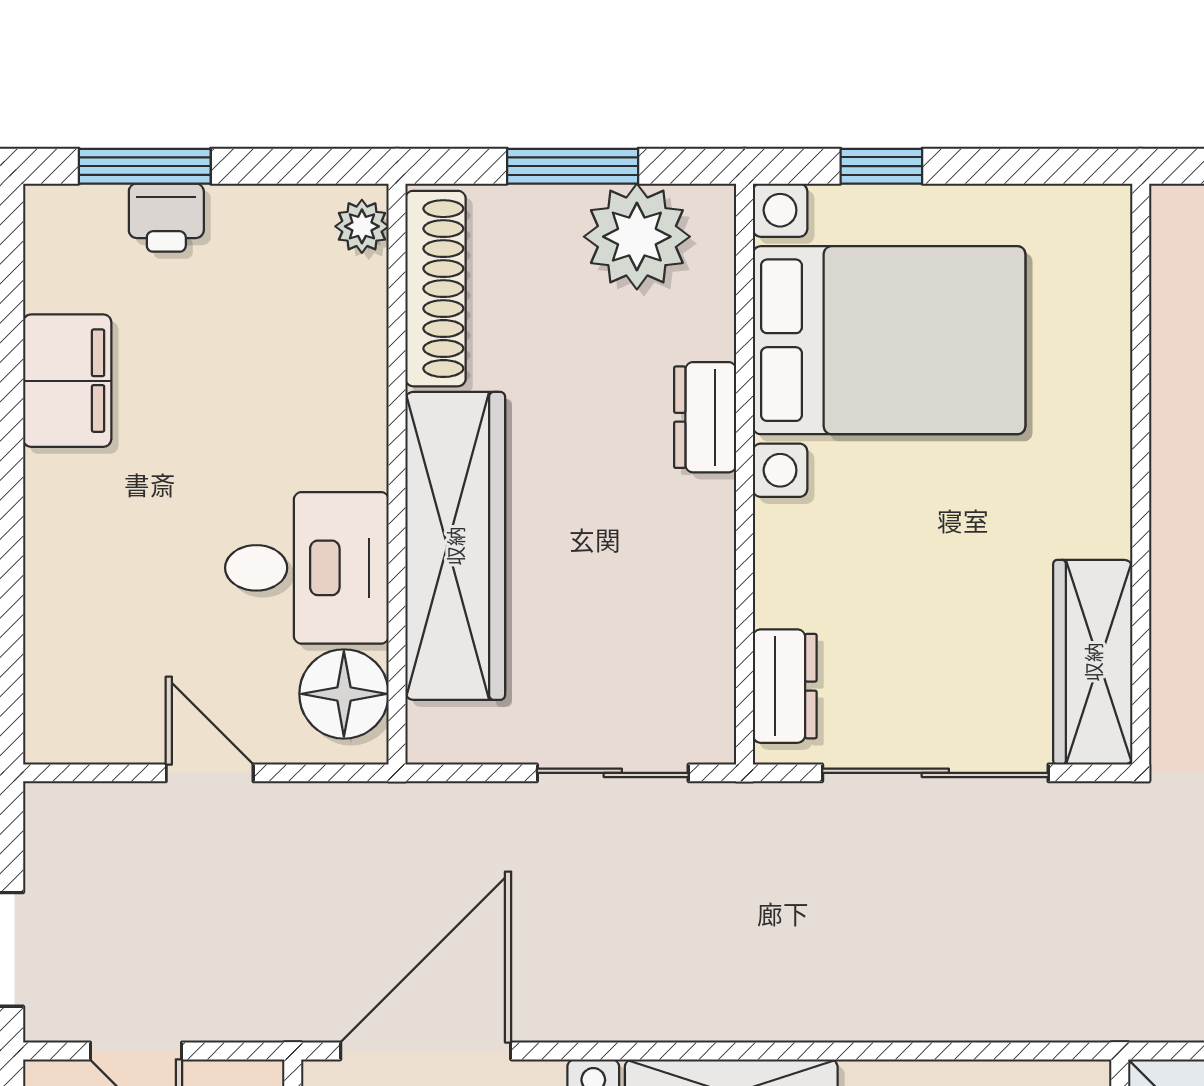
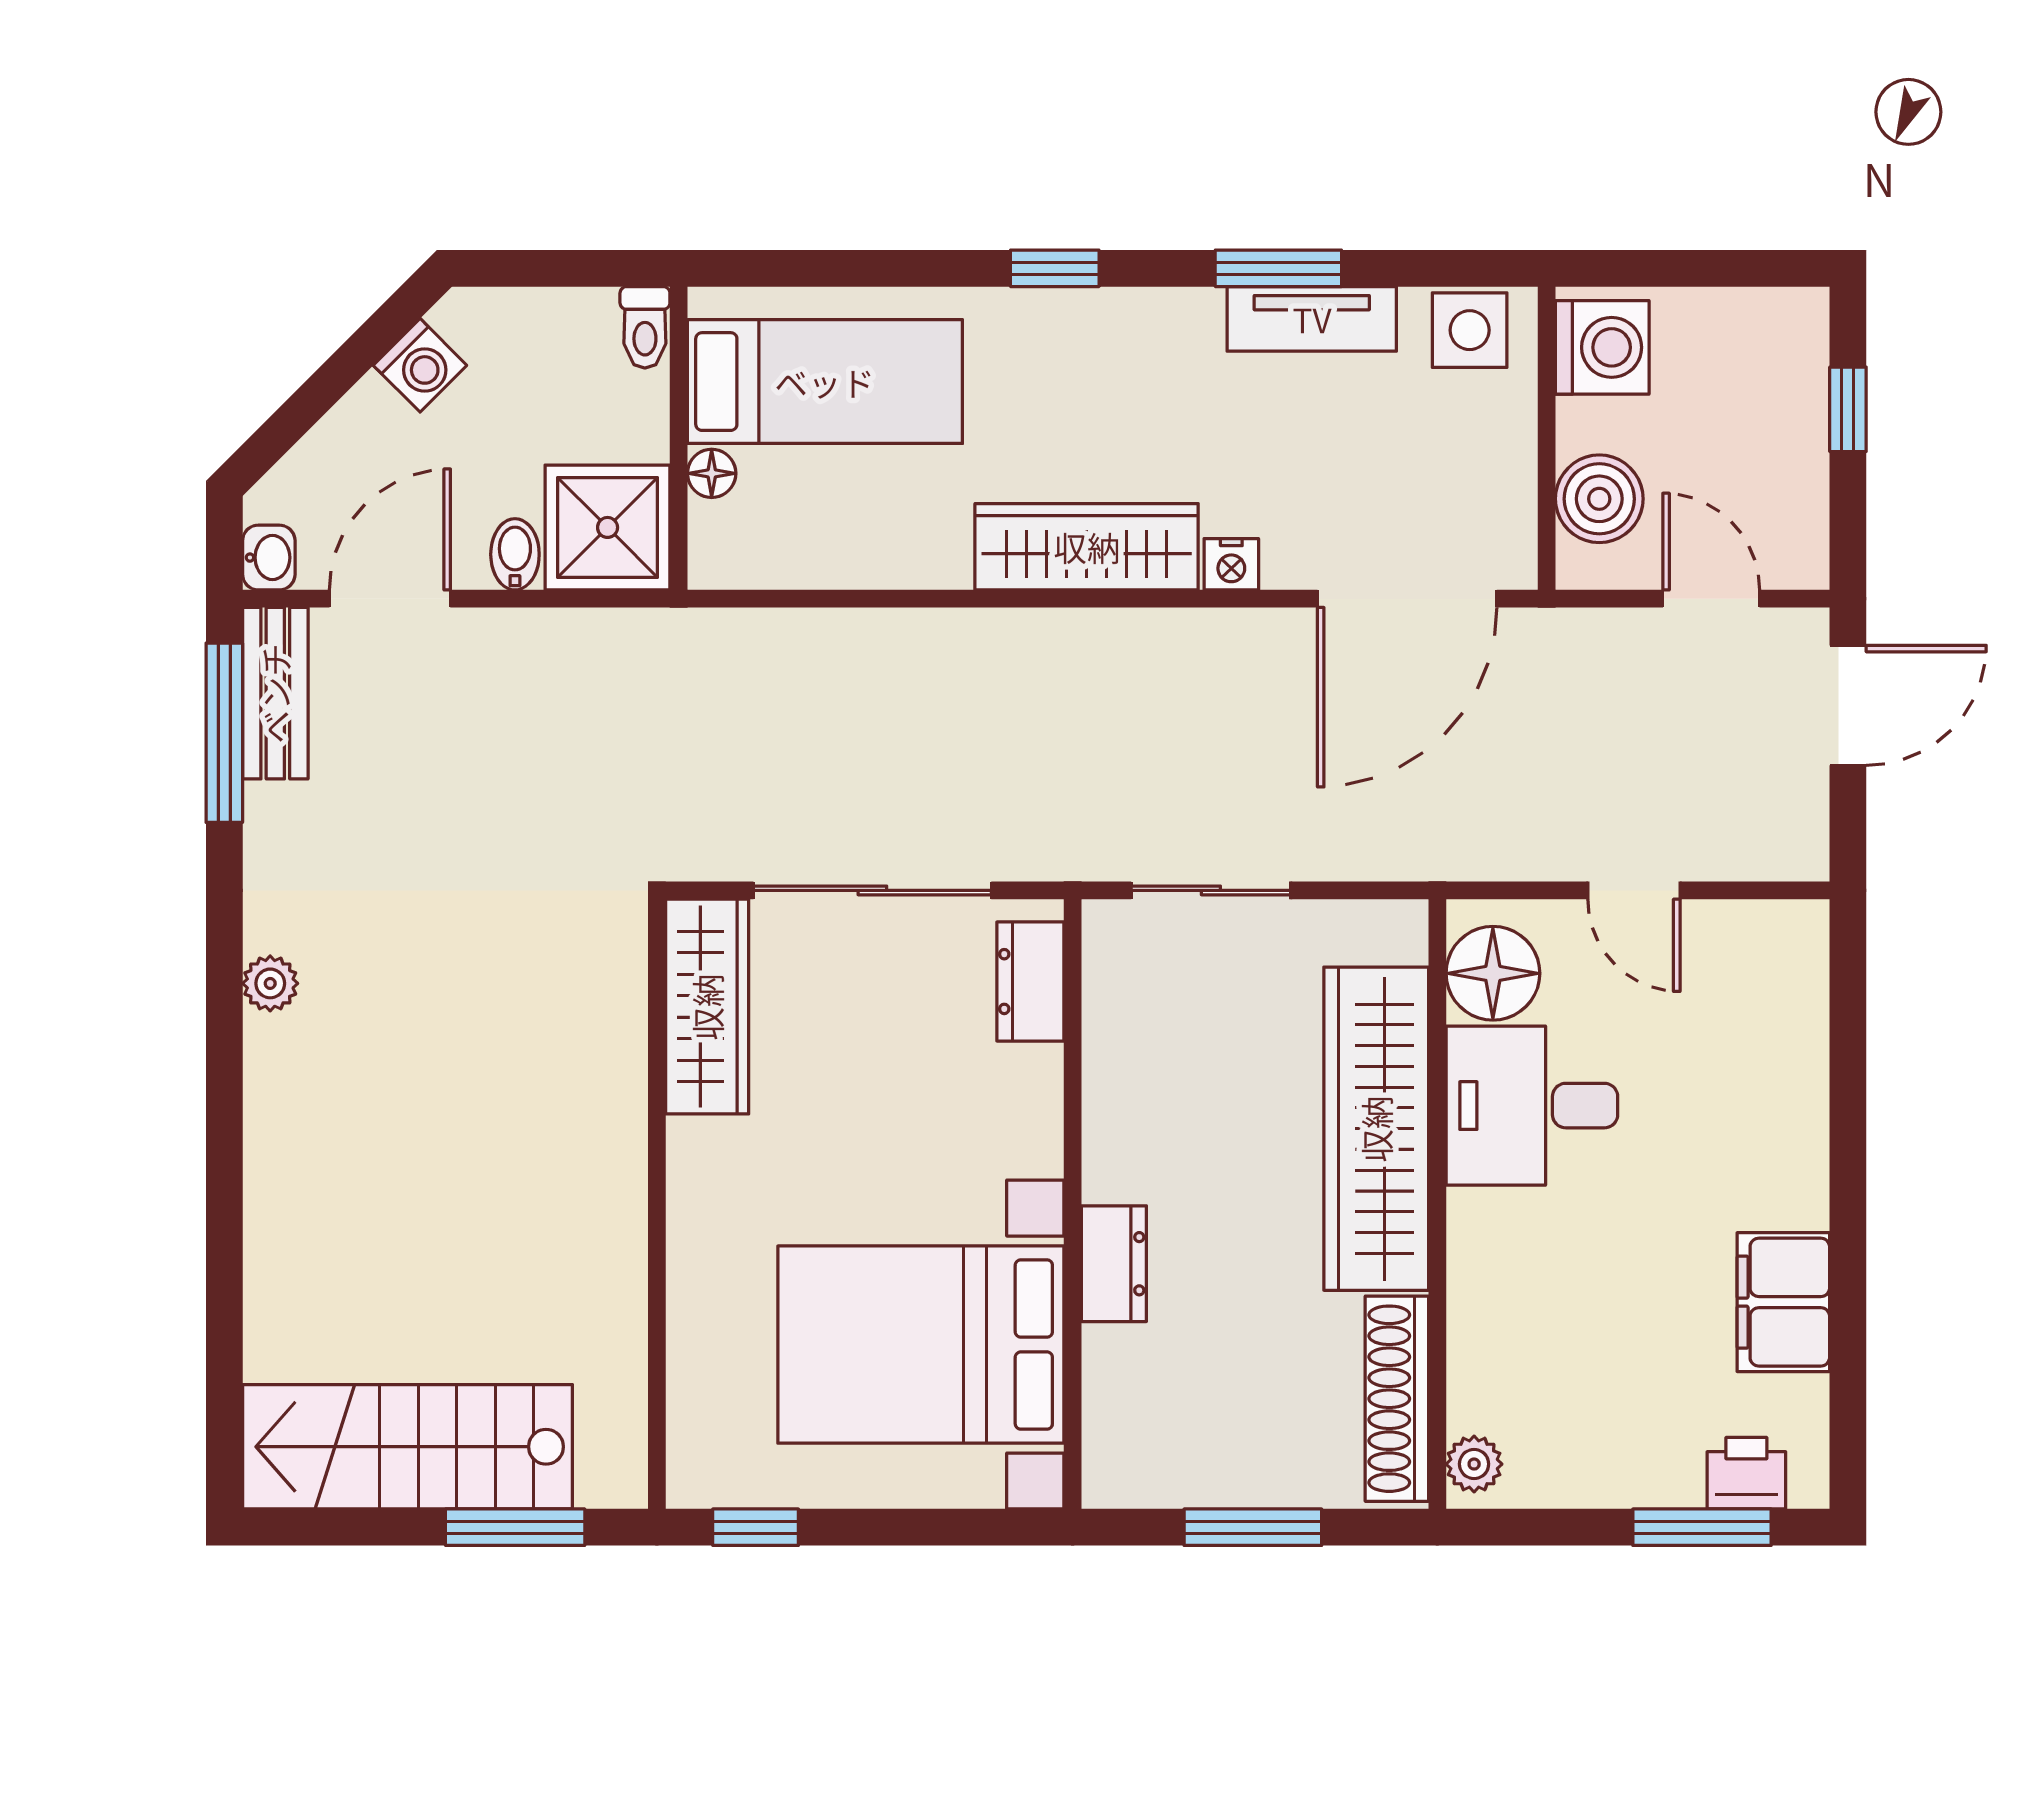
window: (881, 166) -> (756, 1527), moved
printer: (166, 218) -> (1746, 1473), moved
plant: (637, 237) -> (1186, 1453), removed

